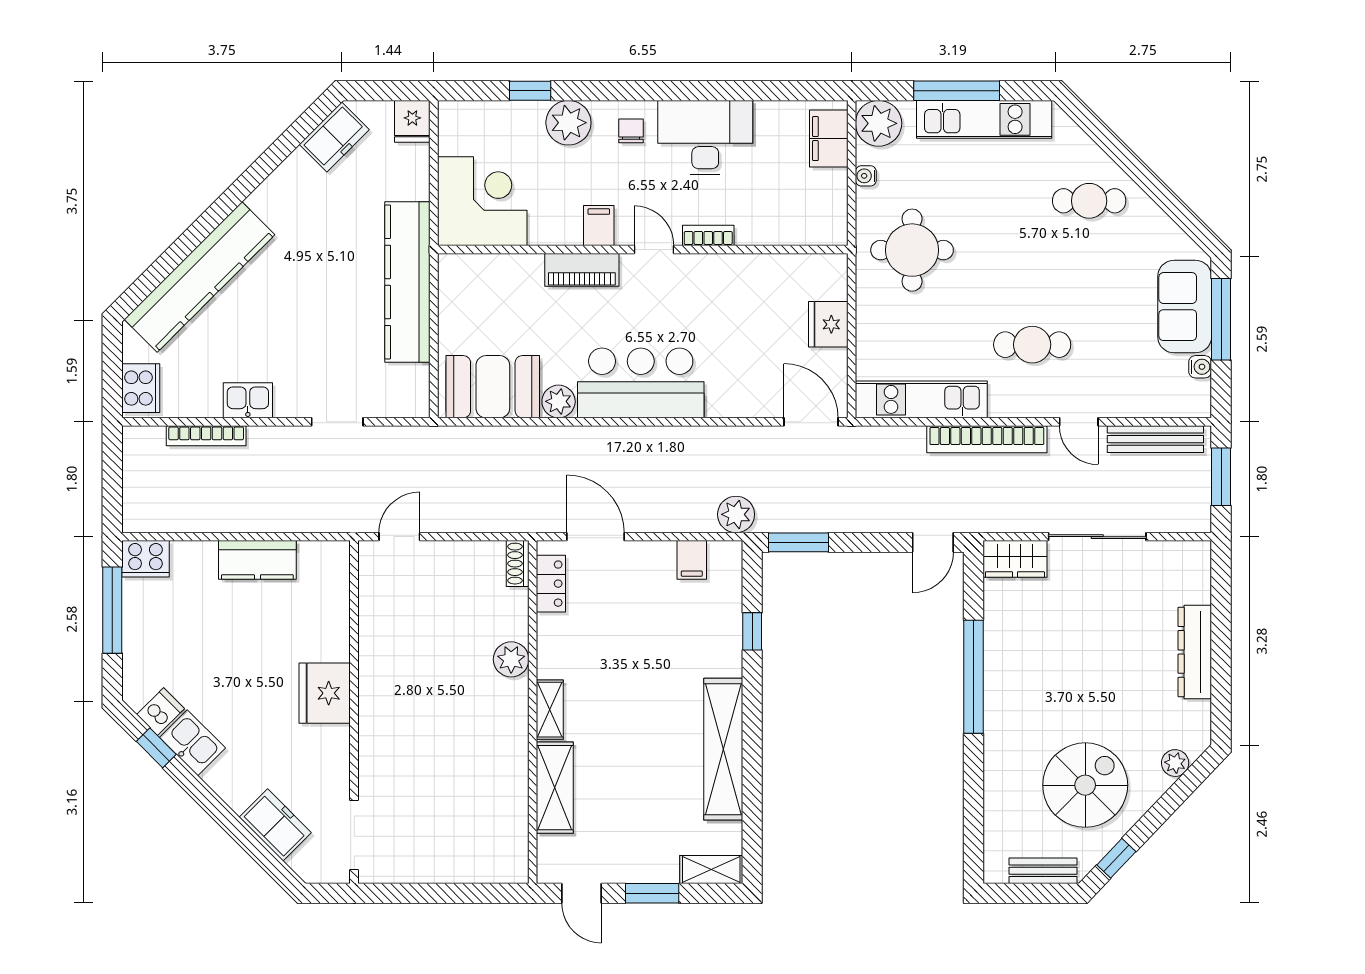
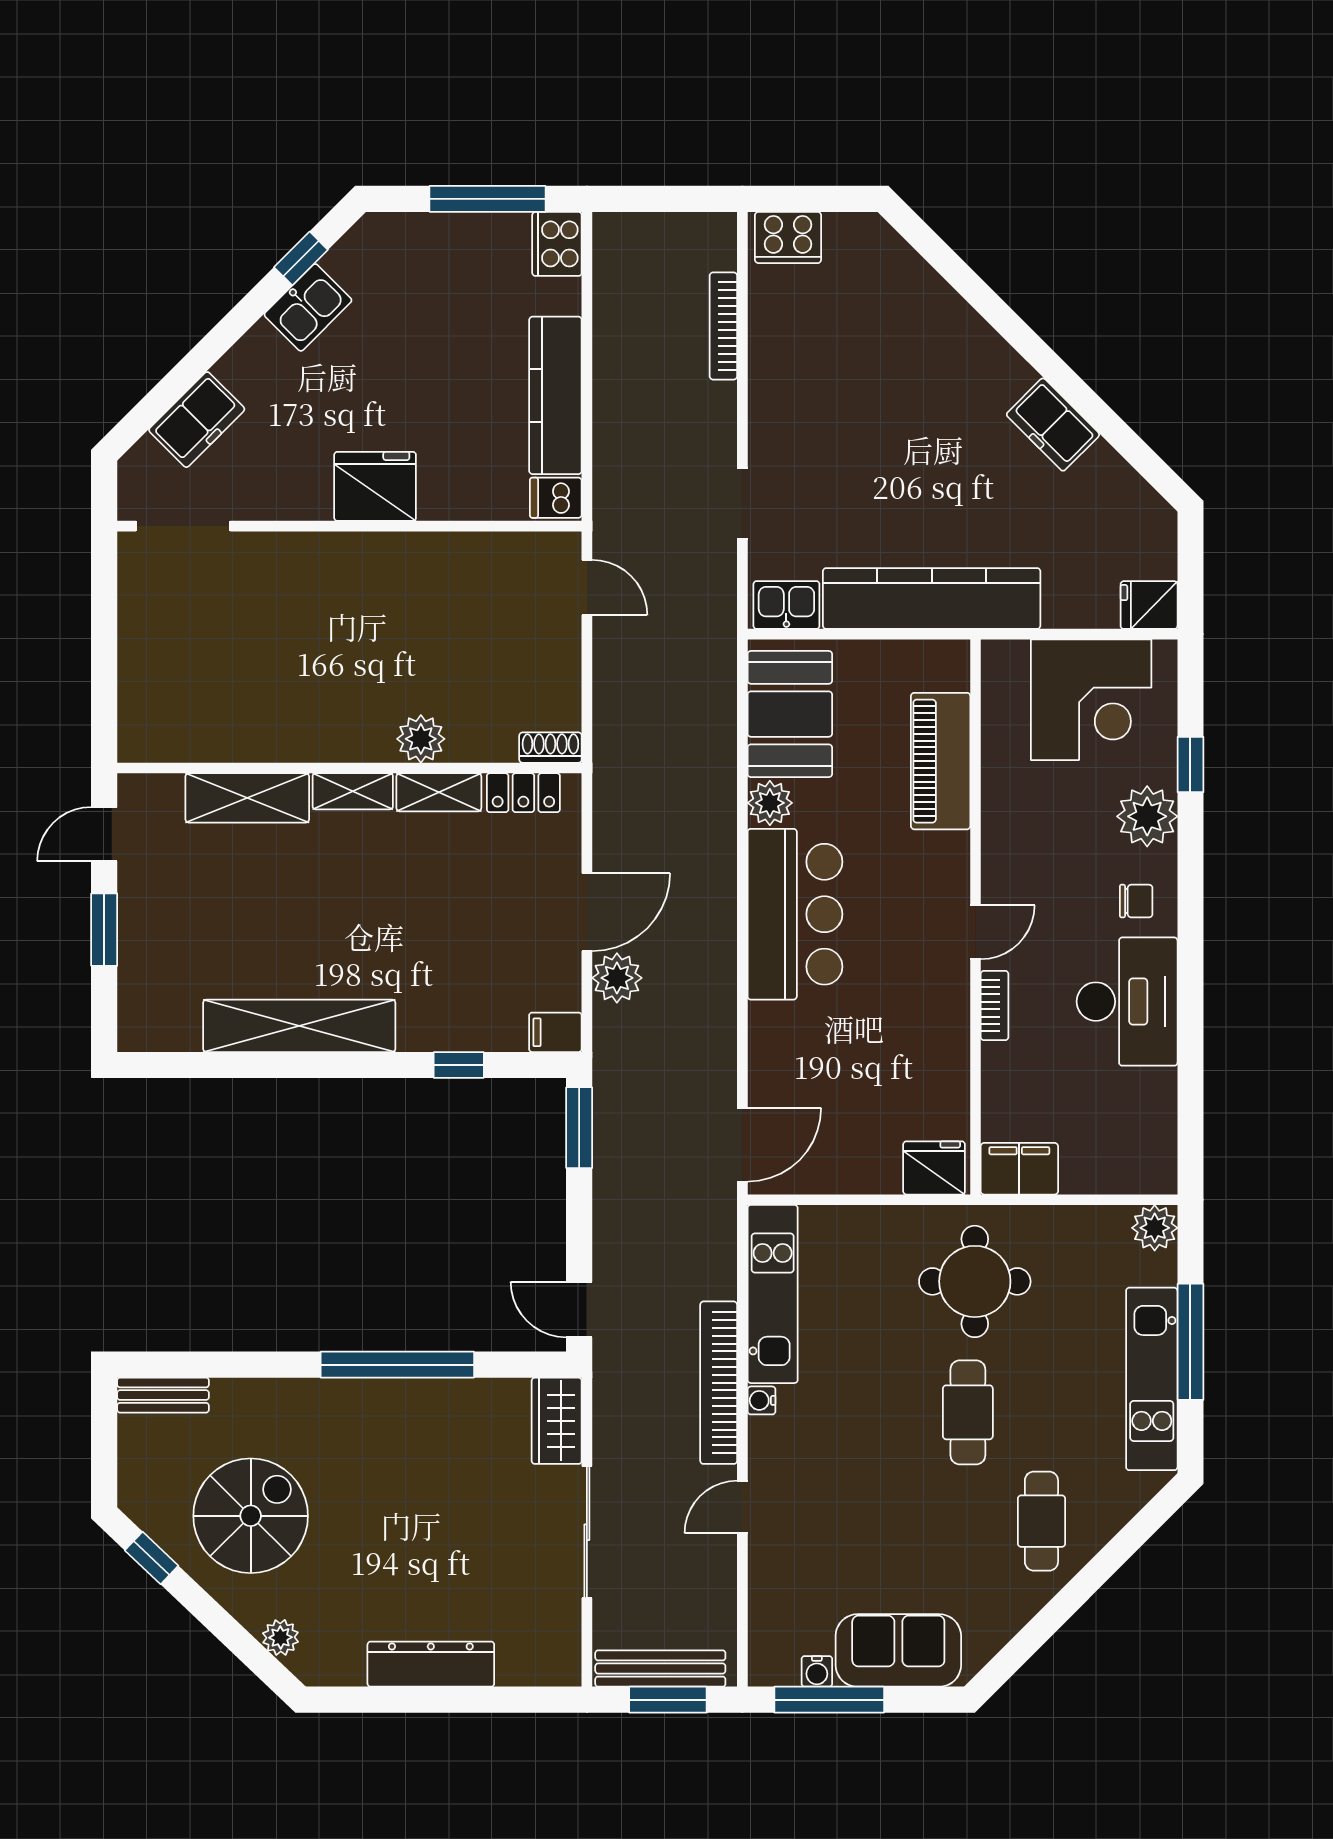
plant: (879, 123) -> (1155, 1228), width x0.73, depth x0.73
freezer: (334, 137) -> (1053, 425), moved
filing cabinet: (829, 139) -> (1019, 1169), moved
water cooler: (866, 176) -> (761, 1400), moved, turned -90
corner desk: (482, 201) -> (1091, 700), moved
filing cabinet: (599, 226) -> (1008, 857), removed
piano: (582, 270) -> (941, 761), moved, width x1.37, depth x1.33
kitchen counter: (200, 277) -> (938, 317), removed
window: (1221, 319) -> (829, 1700), moved
fridge: (828, 324) -> (934, 1168), moved
cafe table: (1032, 345) -> (968, 1412), moved
kitchen sink: (248, 400) -> (786, 605), moved, turned -90
bench: (1155, 439) -> (660, 1668), moved, turned 90
plant: (736, 514) -> (617, 978), moved
door: (596, 537) -> (587, 912), moved
kitchen counter: (257, 560) -> (555, 395), width x1.50
filing cabinet: (692, 560) -> (555, 1032), moved
dishwasher: (160, 712) -> (556, 498), moved, turned 135
spiral stairs: (1085, 785) -> (251, 1516), turned -90
shelving: (711, 870) -> (439, 792), moved, turned 90
bench: (1043, 871) -> (163, 1395), moved, turned 90

